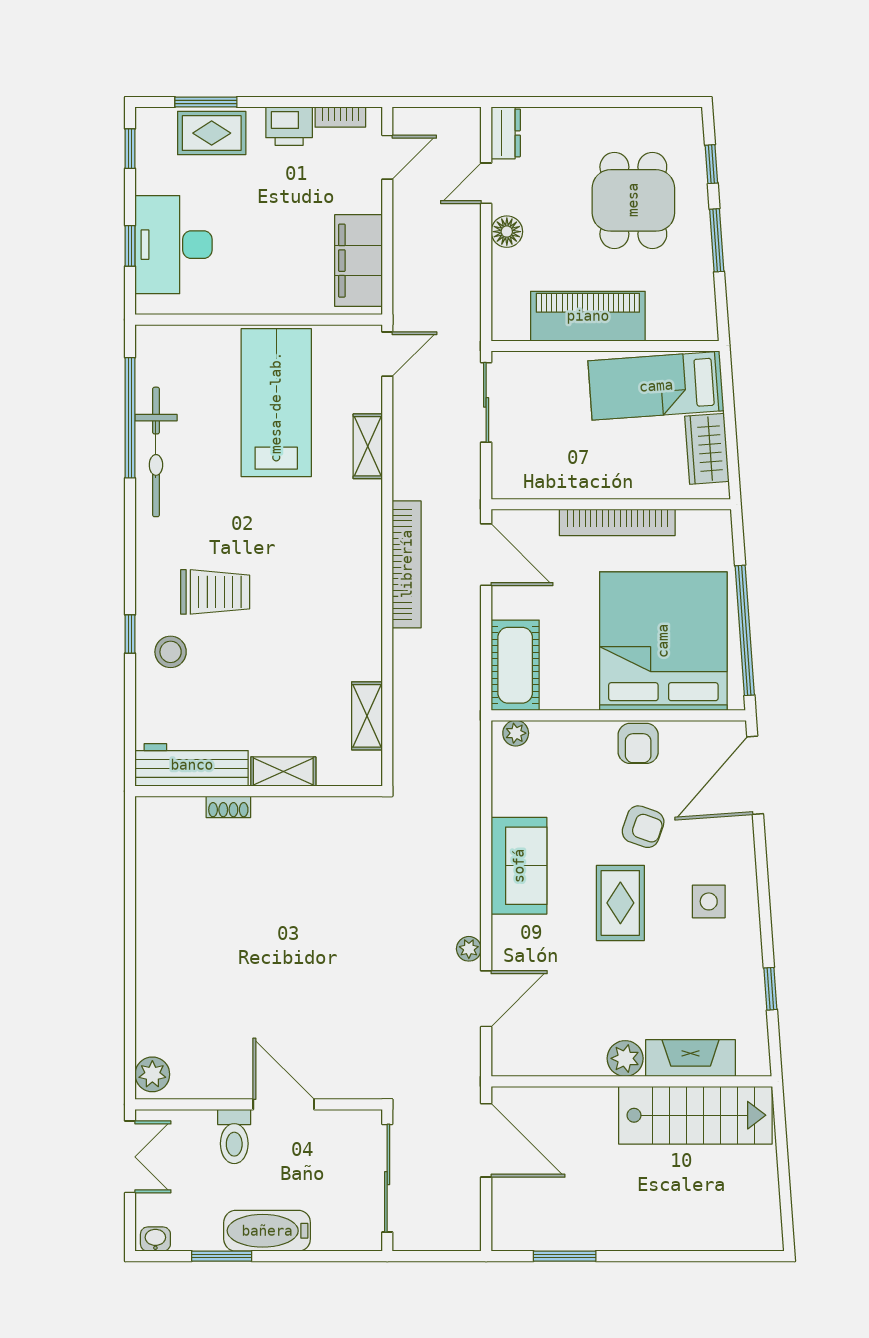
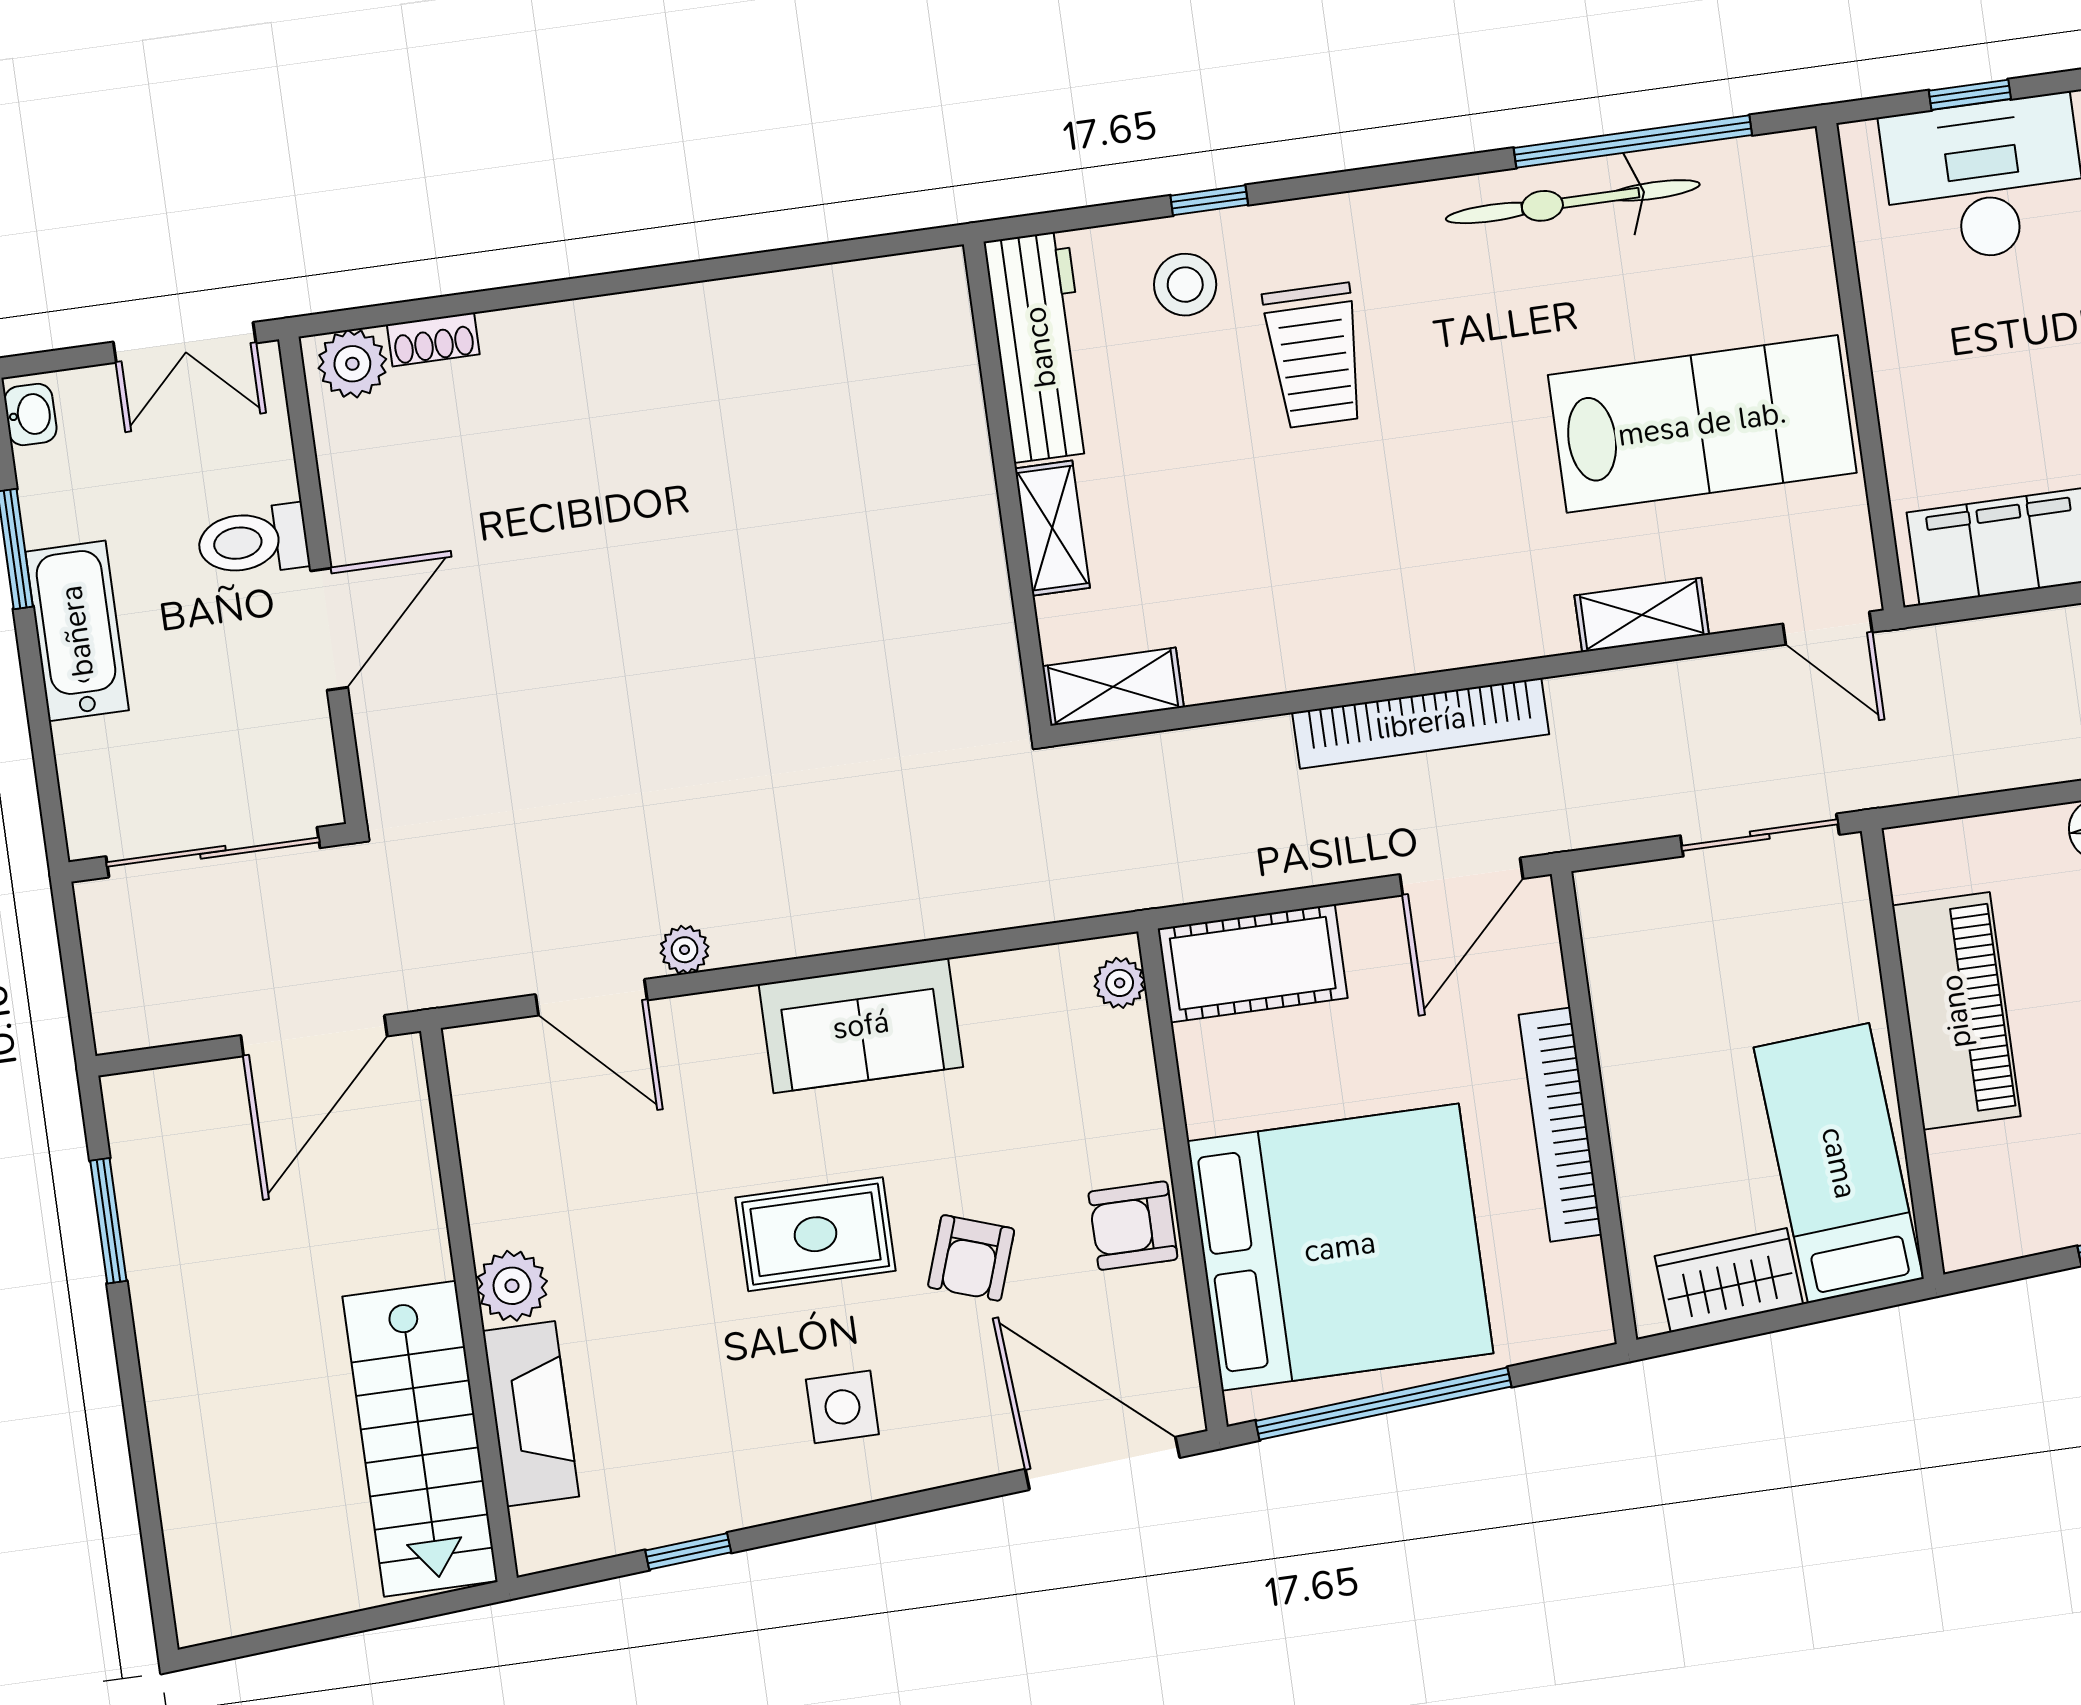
workbench: (192, 765) -> (1040, 347), moved
shelving: (283, 772) -> (1052, 528), moved
wall: (259, 791) -> (1007, 485), moved
shoe rack: (228, 807) -> (433, 339), moved, turned -90

